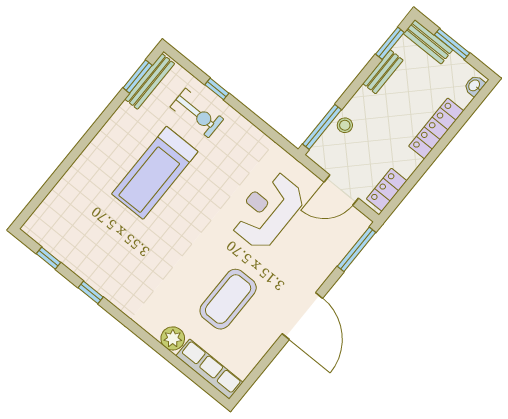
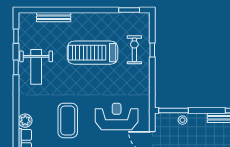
bench: (150, 81) -> (54, 17), moved
exercise bike: (197, 113) -> (134, 50), turned 180
weight bench: (112, 265) -> (36, 67), added
coffee table: (228, 299) -> (68, 120), moved, turned 90

